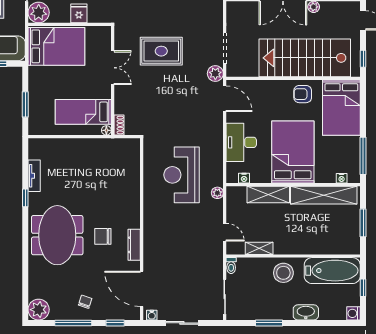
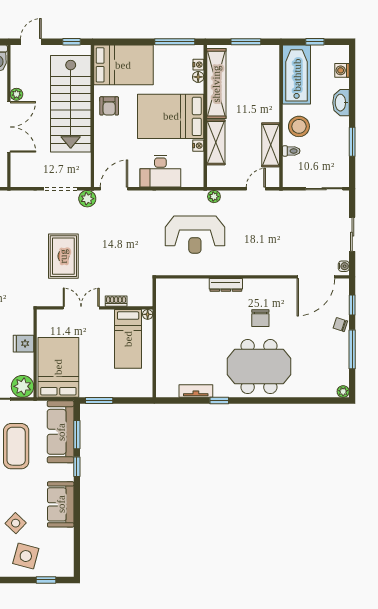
window: (25, 104) -> (99, 401), moved
shoe rack: (119, 125) -> (116, 301), moved
nightstand: (244, 178) -> (198, 146), moved
floor lamp: (330, 178) -> (198, 77), added
dresser: (134, 245) -> (226, 285), moved
shelving: (259, 248) -> (271, 145), width x1.50, depth x1.33
toilet: (231, 266) -> (291, 151), moved
chair: (85, 302) -> (340, 325), moved
plant: (39, 310) -> (343, 392), width x0.53, depth x0.53
washing machine: (353, 313) -> (342, 70), moved, turned 90

